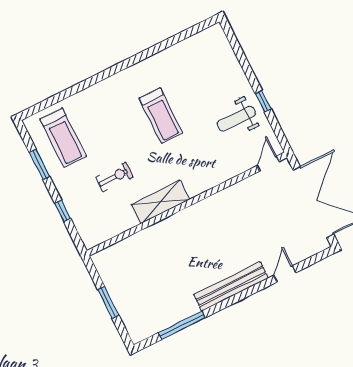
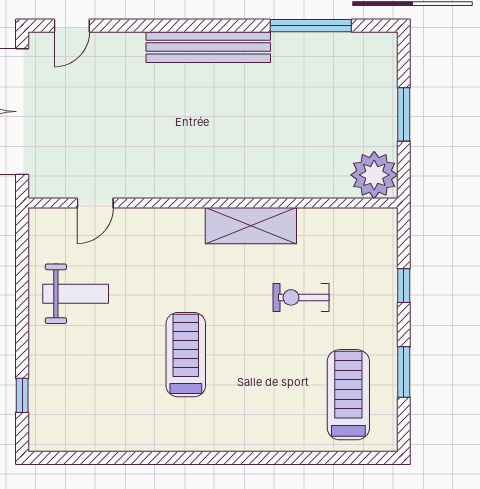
window: (263, 101) -> (22, 395), moved
door: (268, 164) -> (95, 203), moved
plant: (108, 262) -> (374, 175), added
door: (285, 274) -> (72, 26), moved

